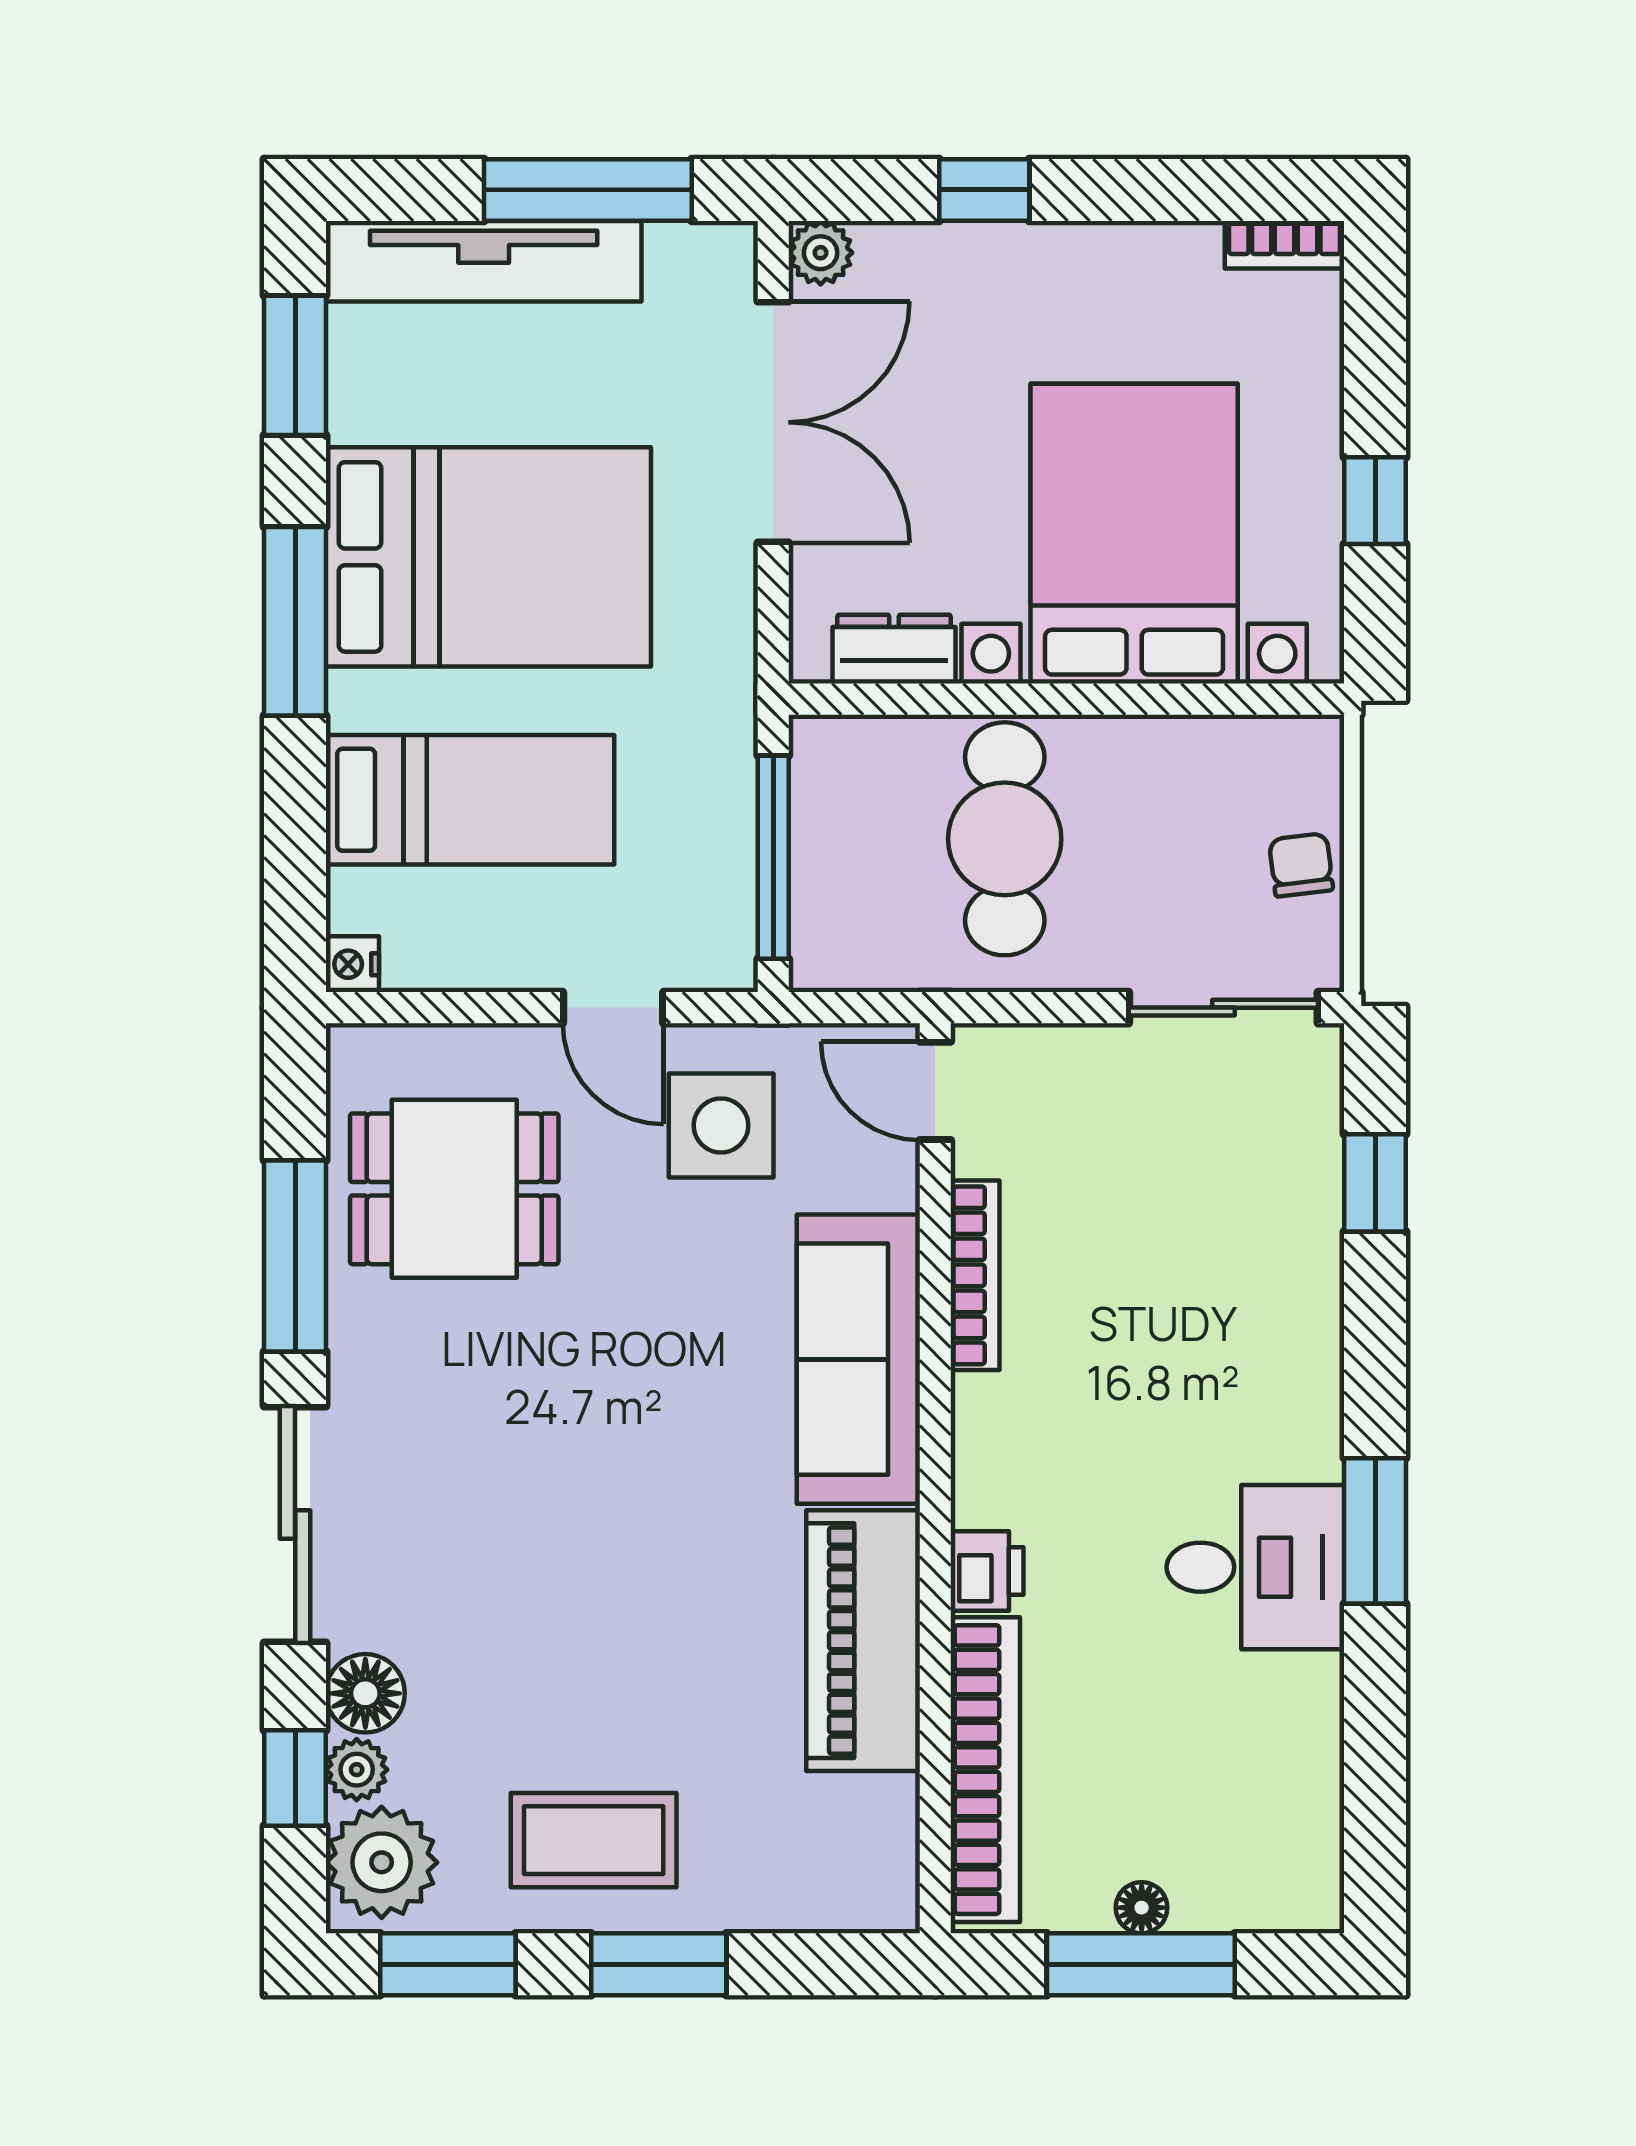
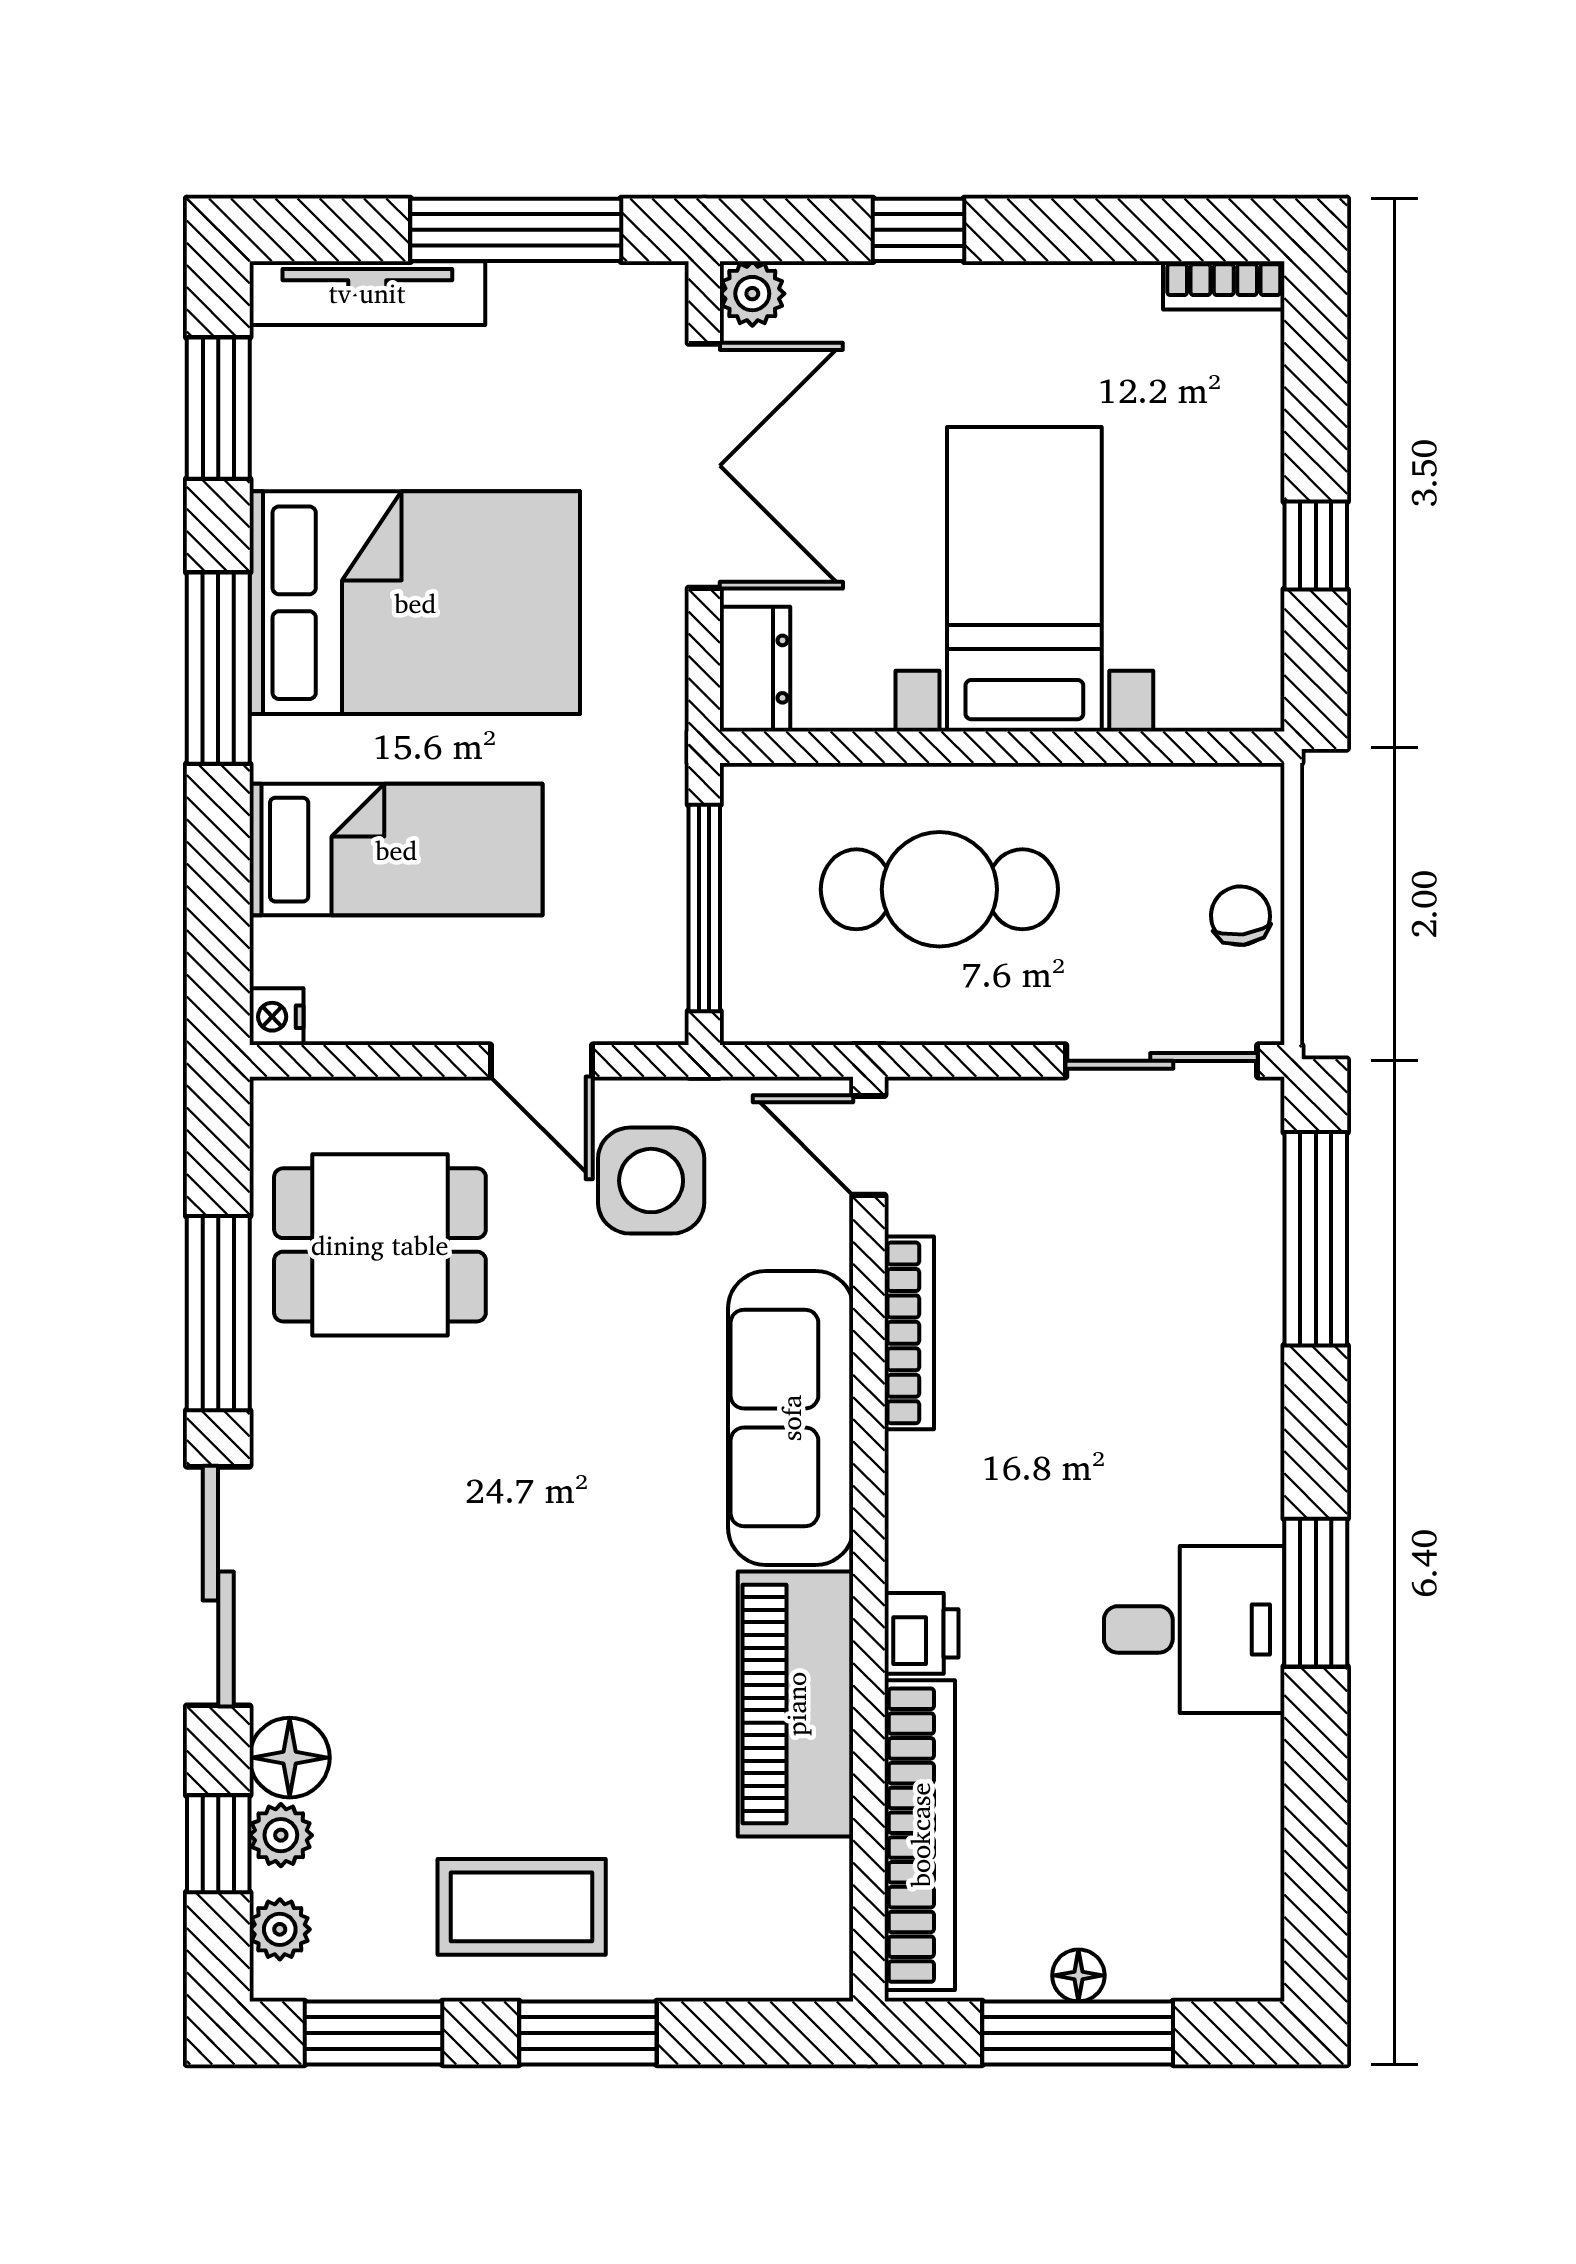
tv unit: (484, 261) -> (367, 293), width x0.73, depth x0.78
bed with nightstands: (1134, 534) -> (1024, 579), width x0.73
dresser: (894, 649) -> (755, 669), moved, turned 90
cafe table: (1005, 839) -> (939, 889), turned 90
window: (1375, 1183) -> (1316, 1239), width x2.17
plant: (382, 1862) -> (280, 1929), width x0.53, depth x0.53

